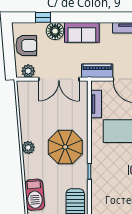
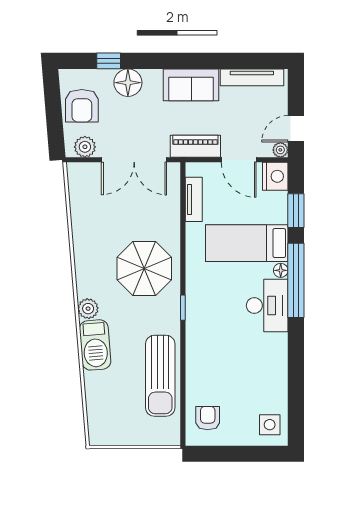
sofa: (82, 32) -> (191, 85), moved
armchair: (26, 45) -> (82, 106), turned 90
plant: (28, 148) -> (88, 309), moved

